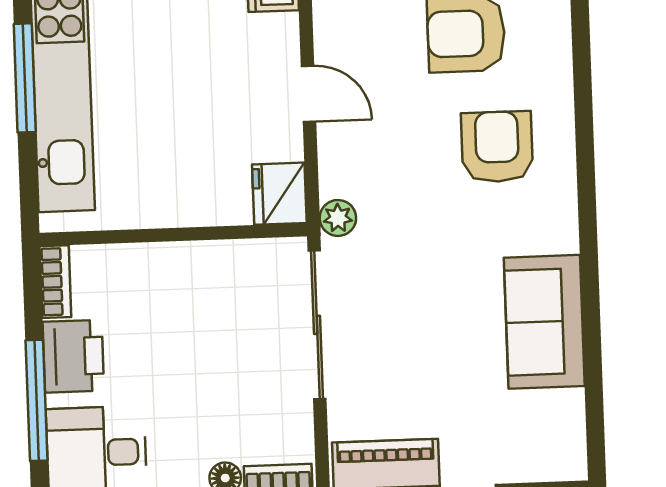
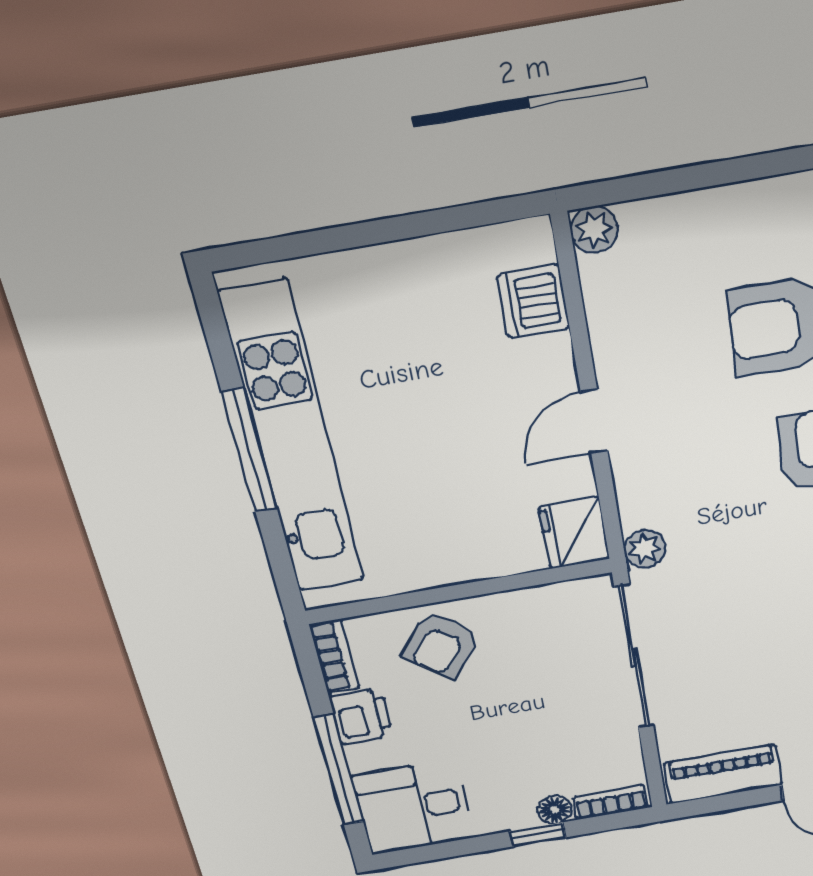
door: (309, 94) -> (594, 421), swing flipped
armchair: (149, 285) -> (441, 645), added
printer: (73, 356) -> (361, 716), width x0.73, depth x0.81

